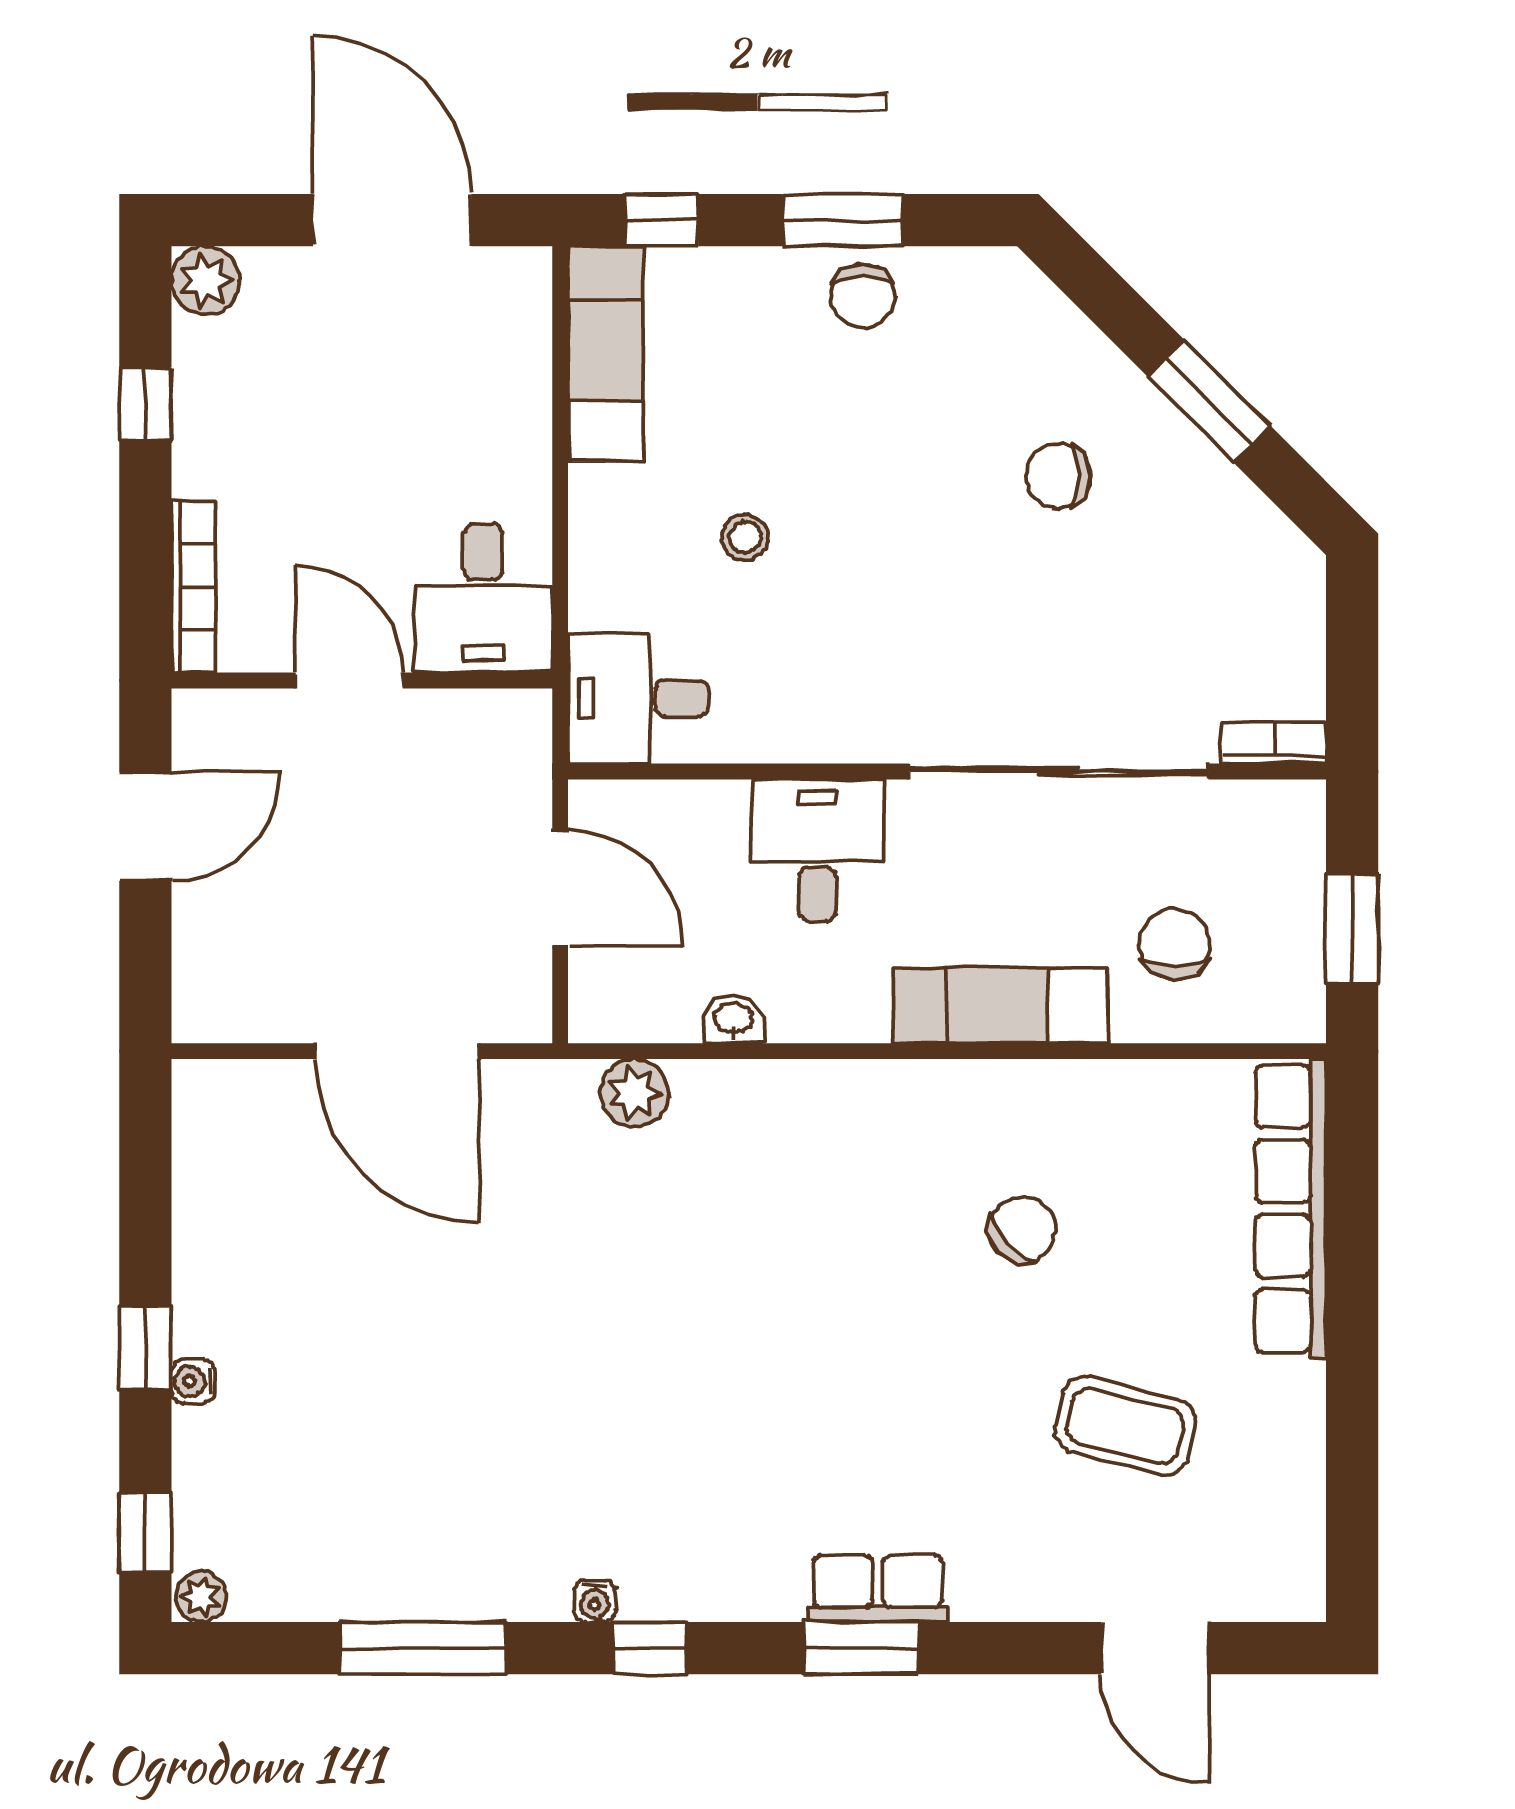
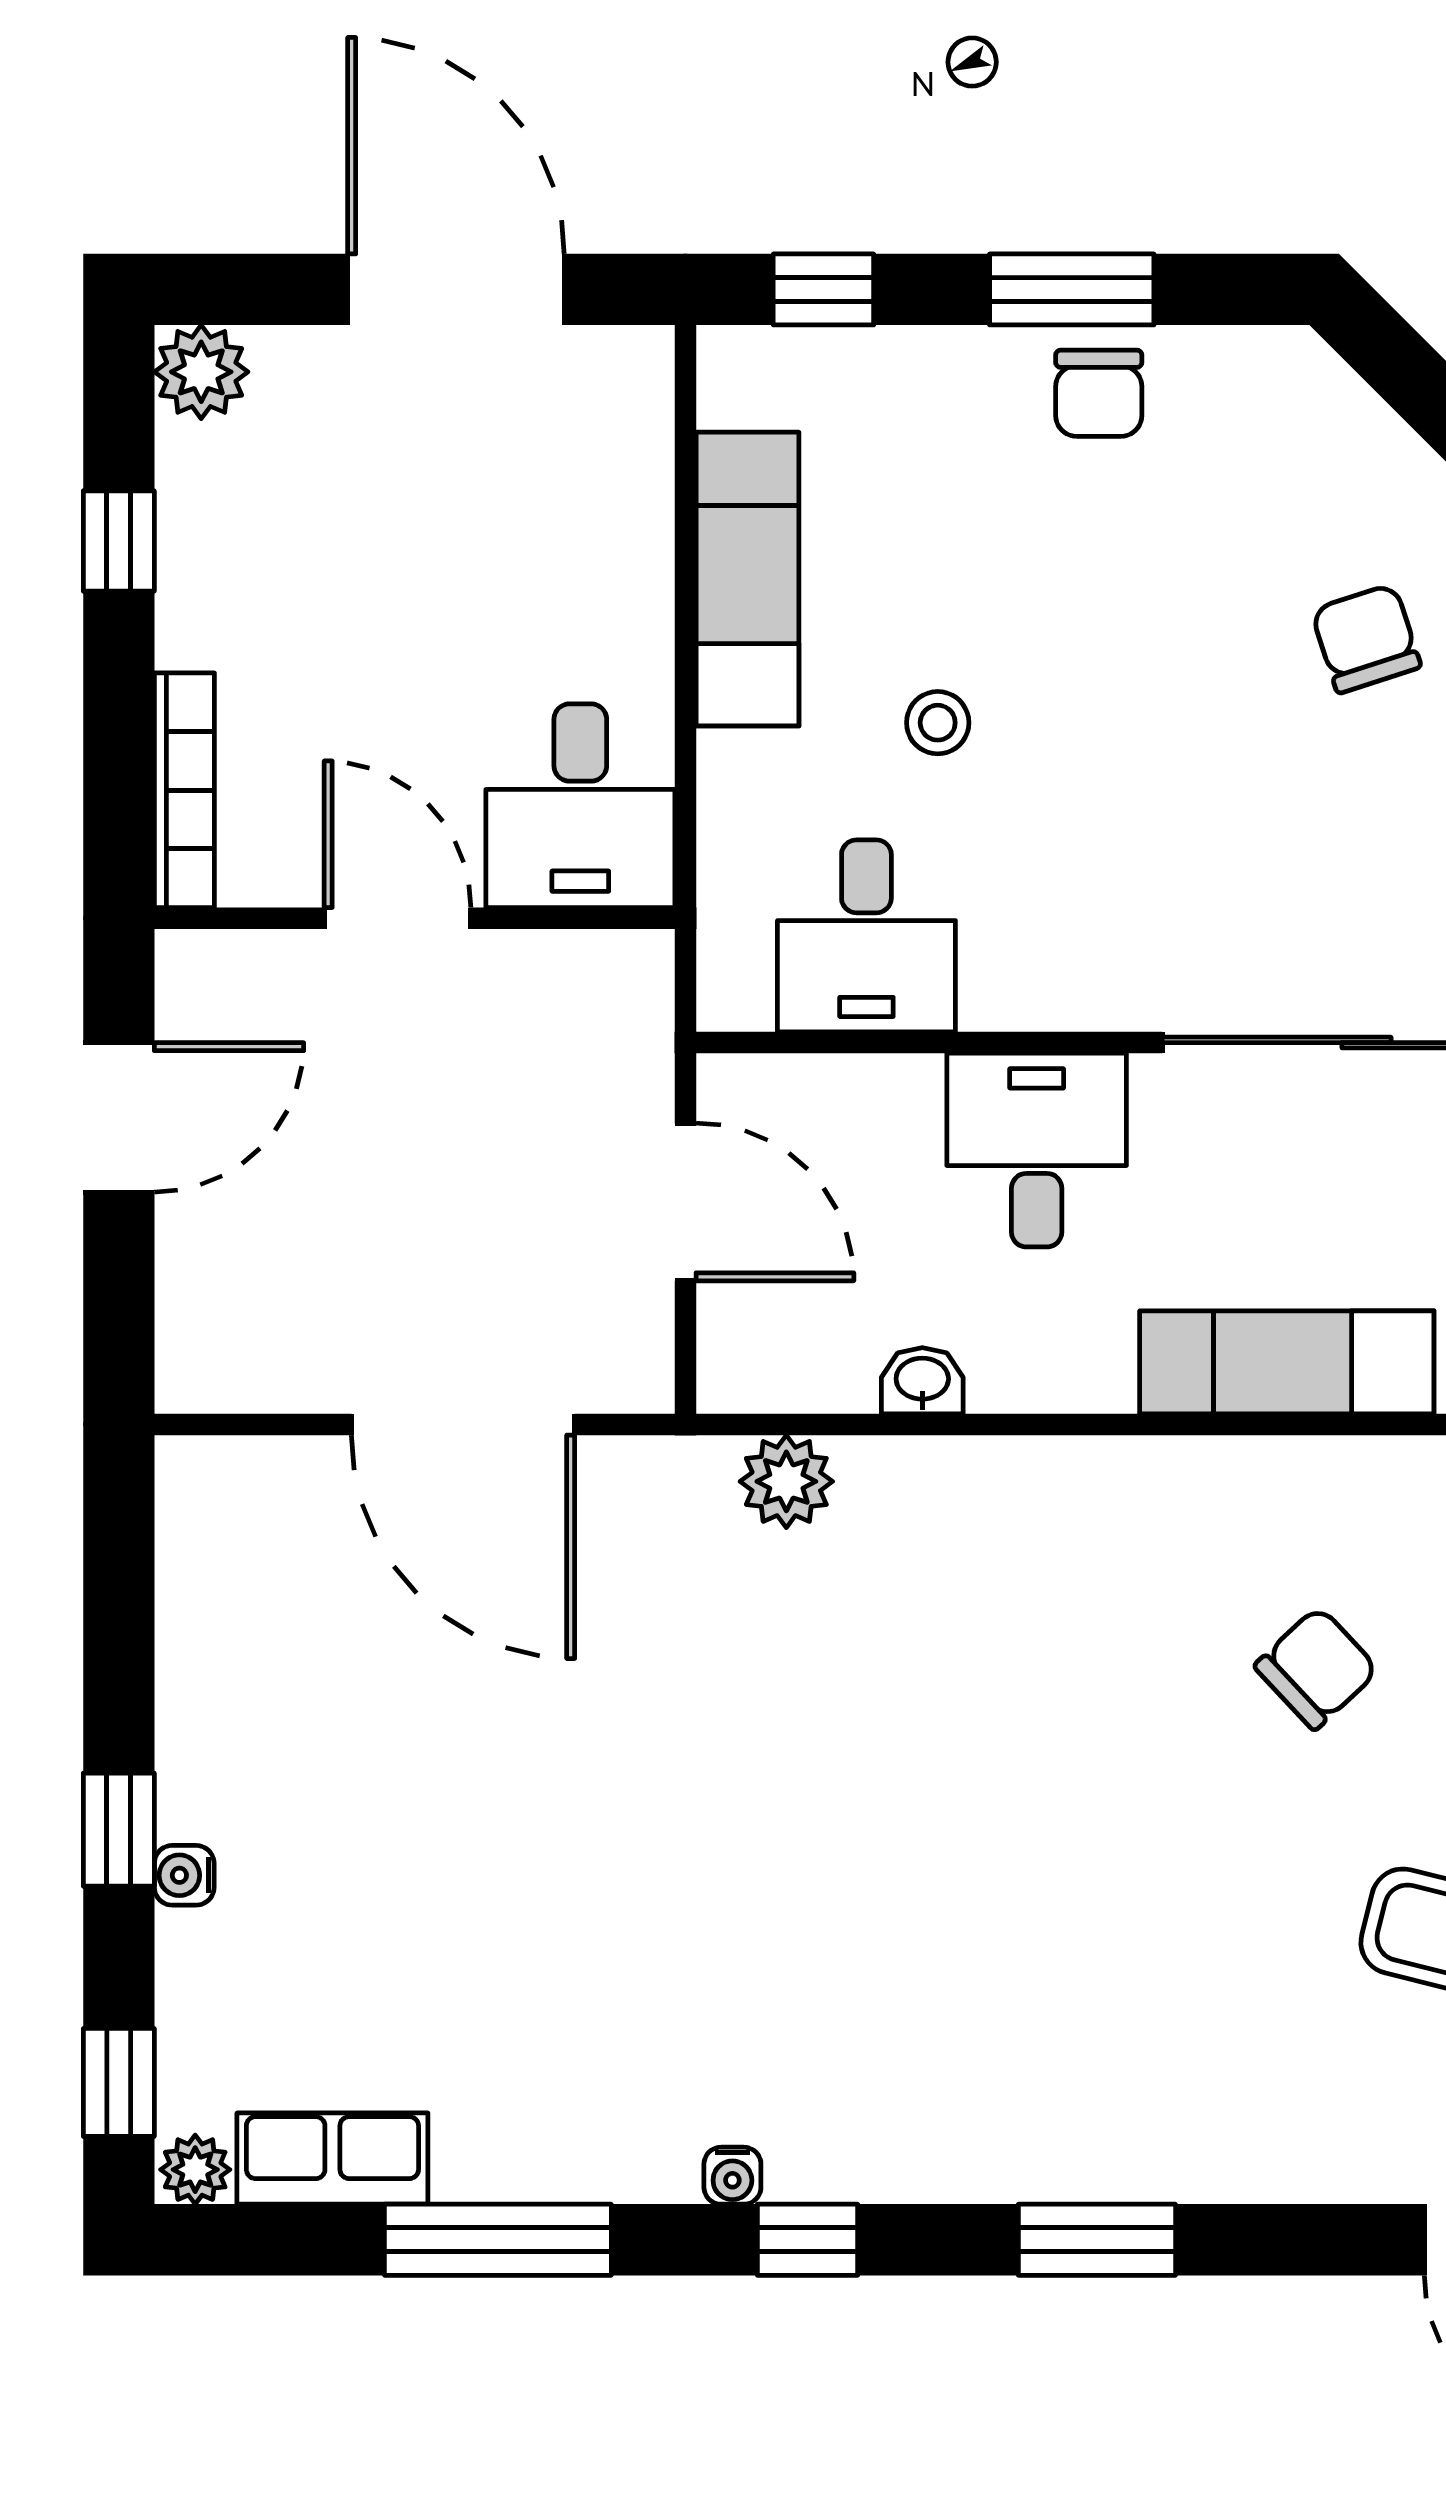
exam couch: (606, 354) -> (748, 579), moved
chair: (1058, 476) -> (1366, 639), turned 72
desk: (638, 698) -> (866, 936), moved, turned -90
row of seats: (878, 1589) -> (332, 2159), moved

